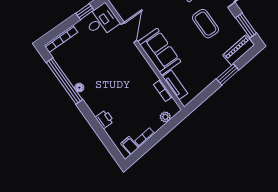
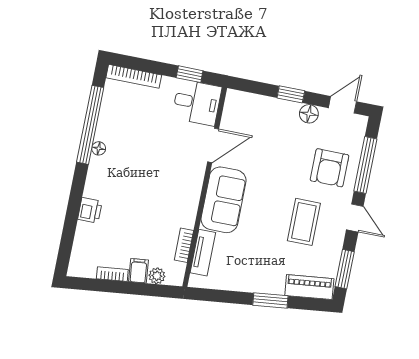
filing cabinet: (130, 146) -> (139, 271), moved

